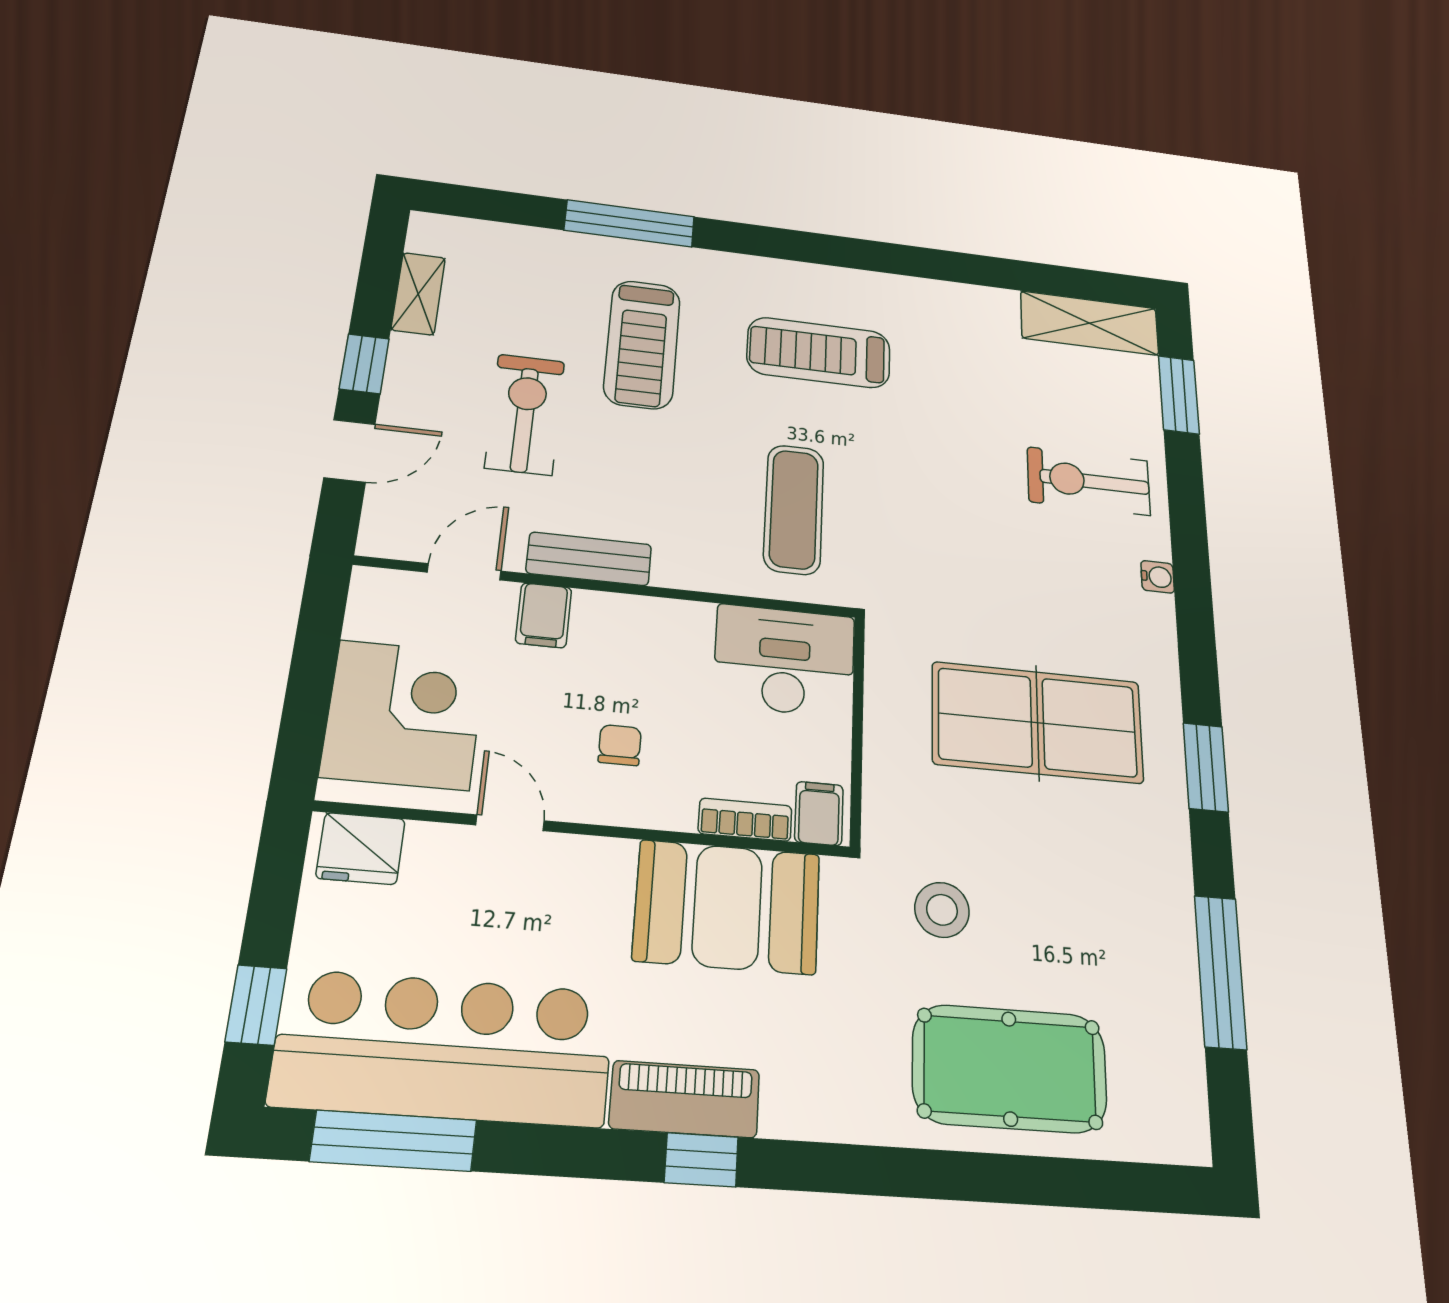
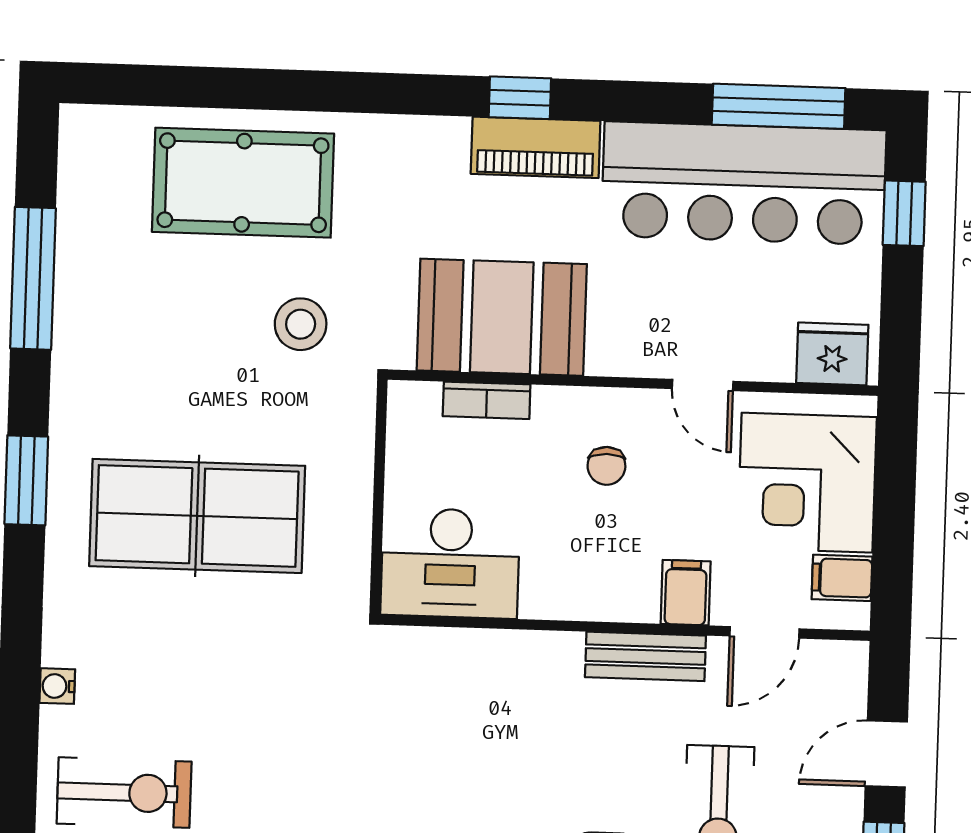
exercise mat: (794, 509) -> (441, 730), removed
filing cabinet: (819, 813) -> (842, 578), moved, turned 90

